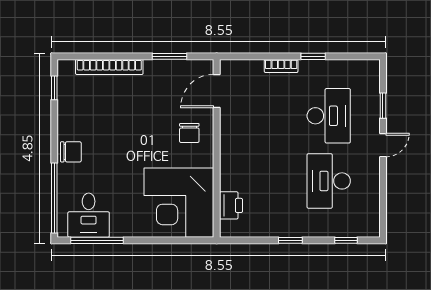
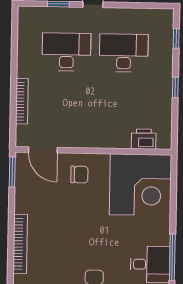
window: (169, 56) -> (12, 172), moved
window: (313, 56) -> (14, 65), removed
bookcase: (281, 66) -> (22, 101), width x1.56
desk: (329, 181) -> (124, 53), turned 180

